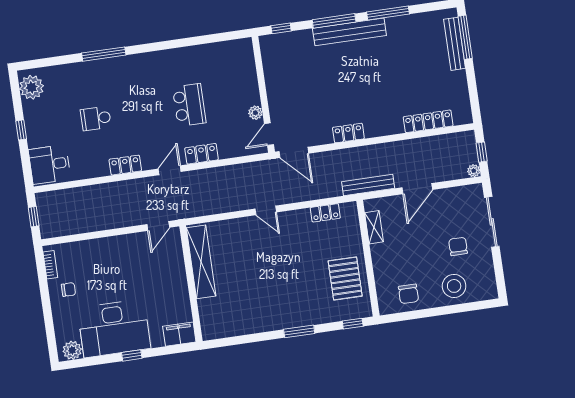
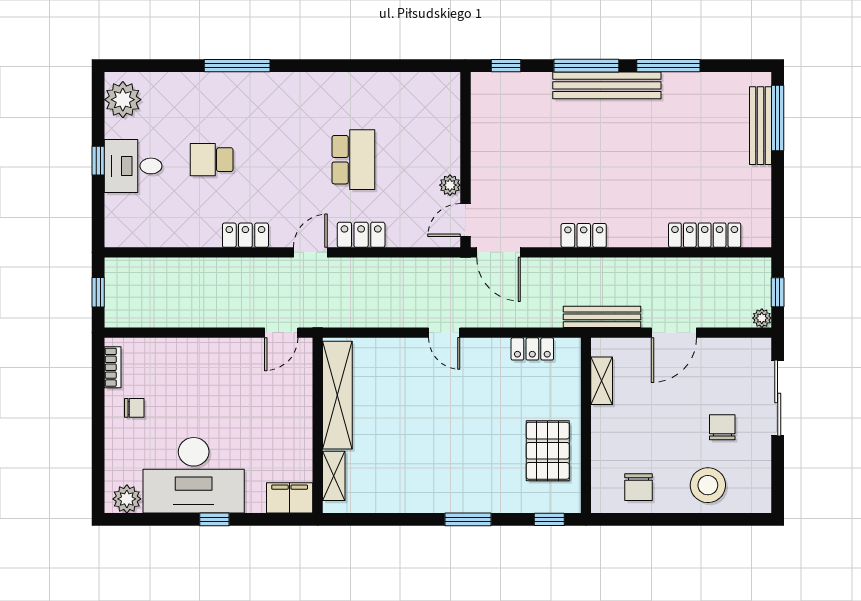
desk: (50, 164) -> (133, 166), moved
shelving: (206, 315) -> (334, 476), added

